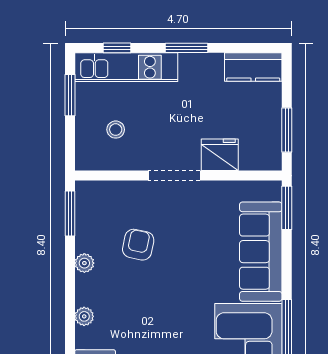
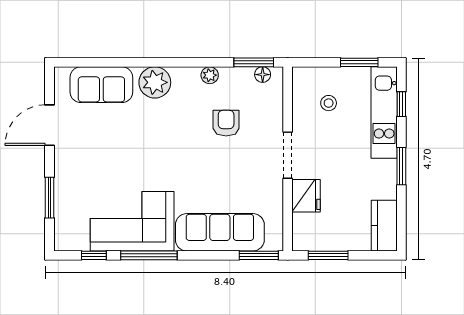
floor lamp: (84, 204) -> (263, 75), added
armchair: (138, 245) -> (226, 123), turned -102
plant: (84, 316) -> (155, 82), width x1.87, depth x1.87

